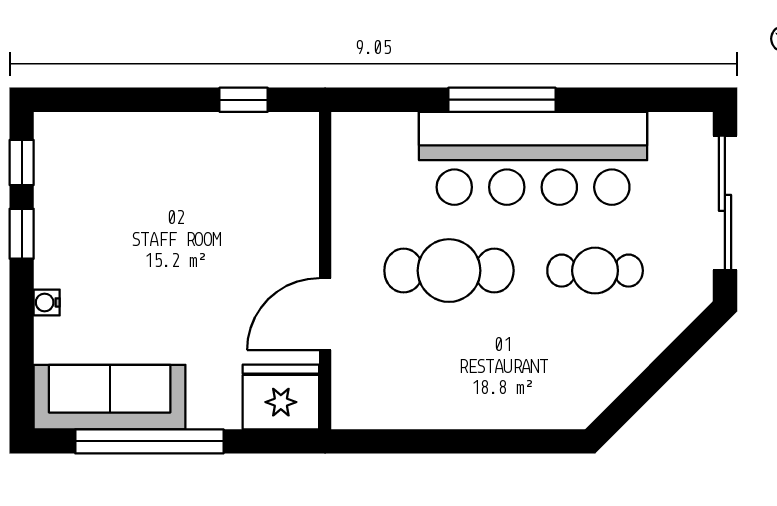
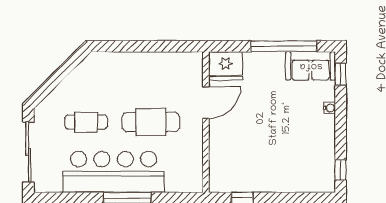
window: (22, 234) -> (341, 74), moved
sofa: (110, 397) -> (311, 66), width x0.73

